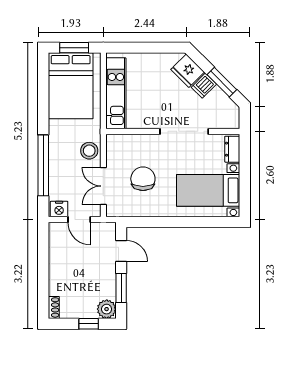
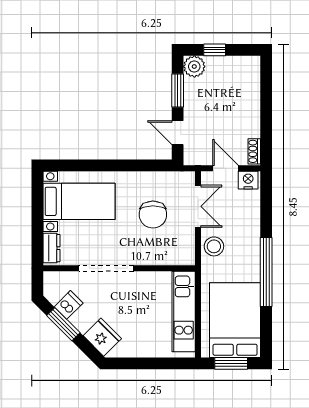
dishwasher: (204, 86) -> (69, 305), moved
window: (43, 165) -> (266, 272), moved
shoe rack: (54, 307) -> (254, 151), moved

